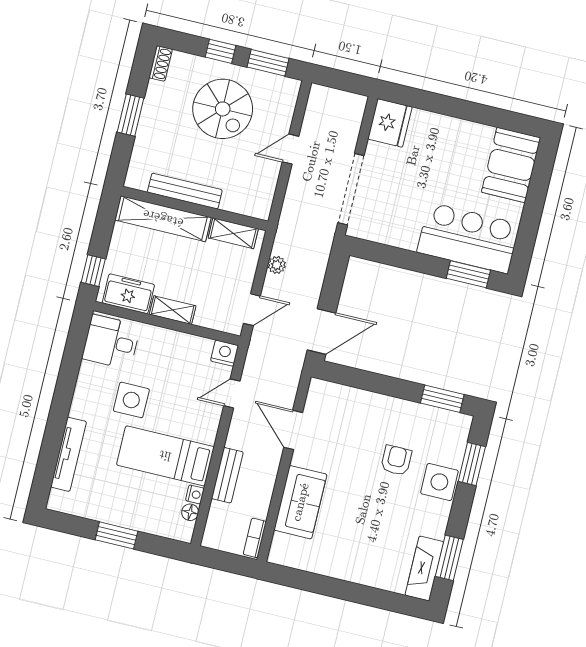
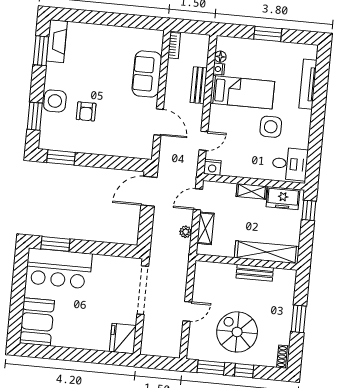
bench: (185, 191) -> (255, 273), width x0.73
shelving: (233, 233) -> (206, 228), moved, turned 90

